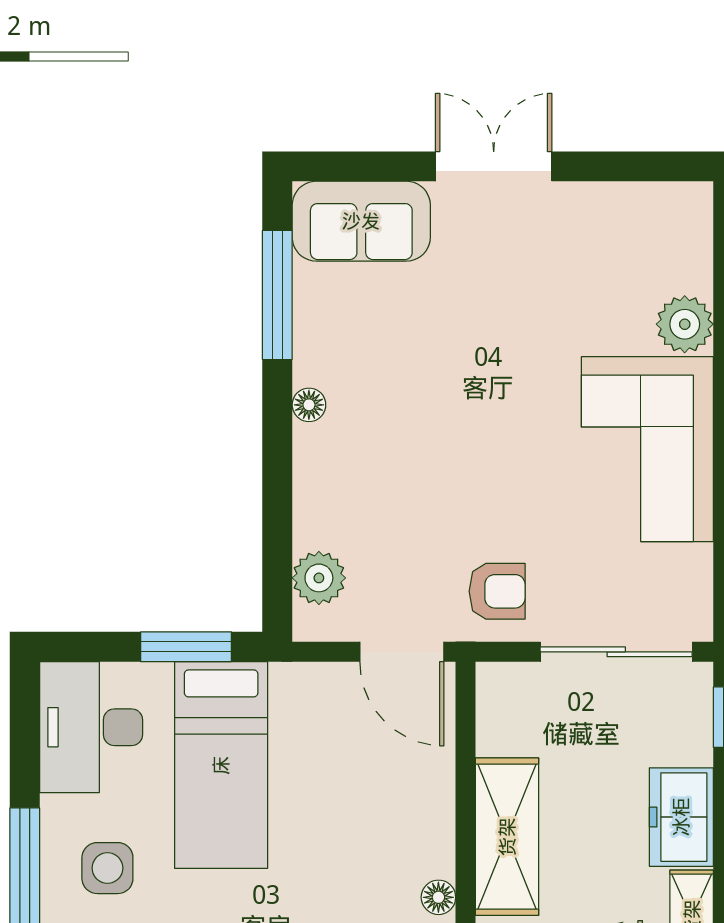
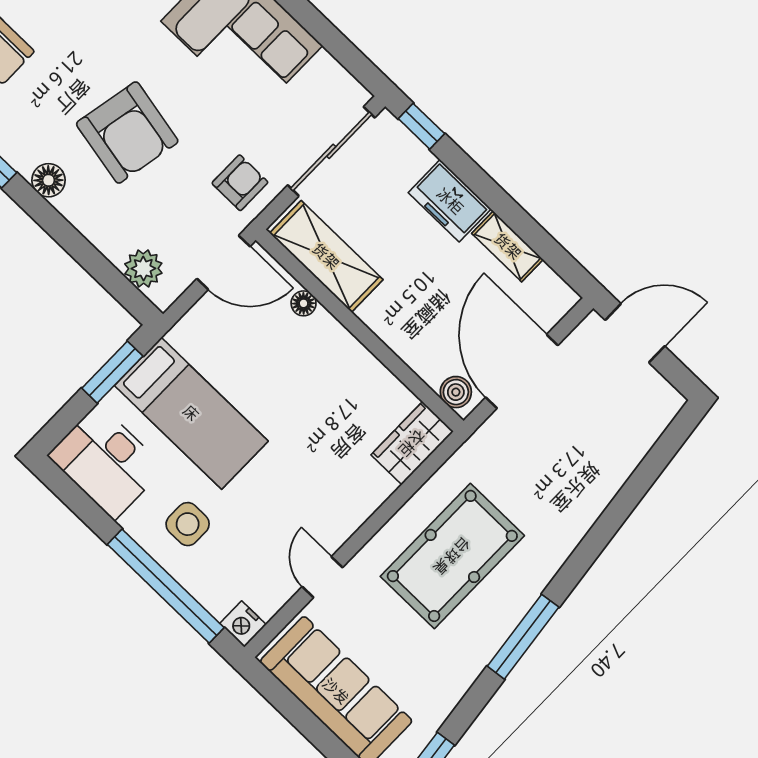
floor lamp: (309, 405) -> (48, 180), width x1.37, depth x1.37
armchair: (438, 431) -> (127, 133), added
shelving: (507, 837) -> (326, 256), moved
floor lamp: (438, 897) -> (304, 303), moved

